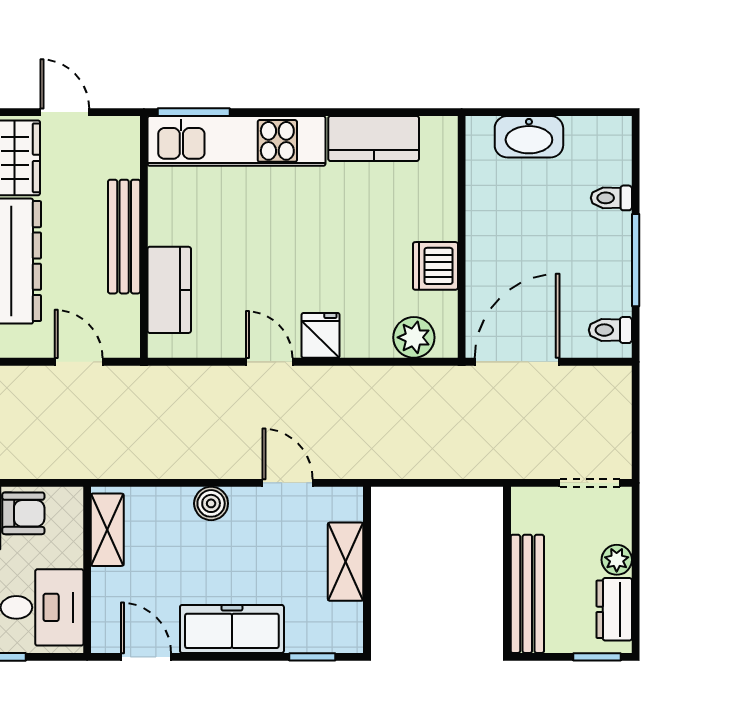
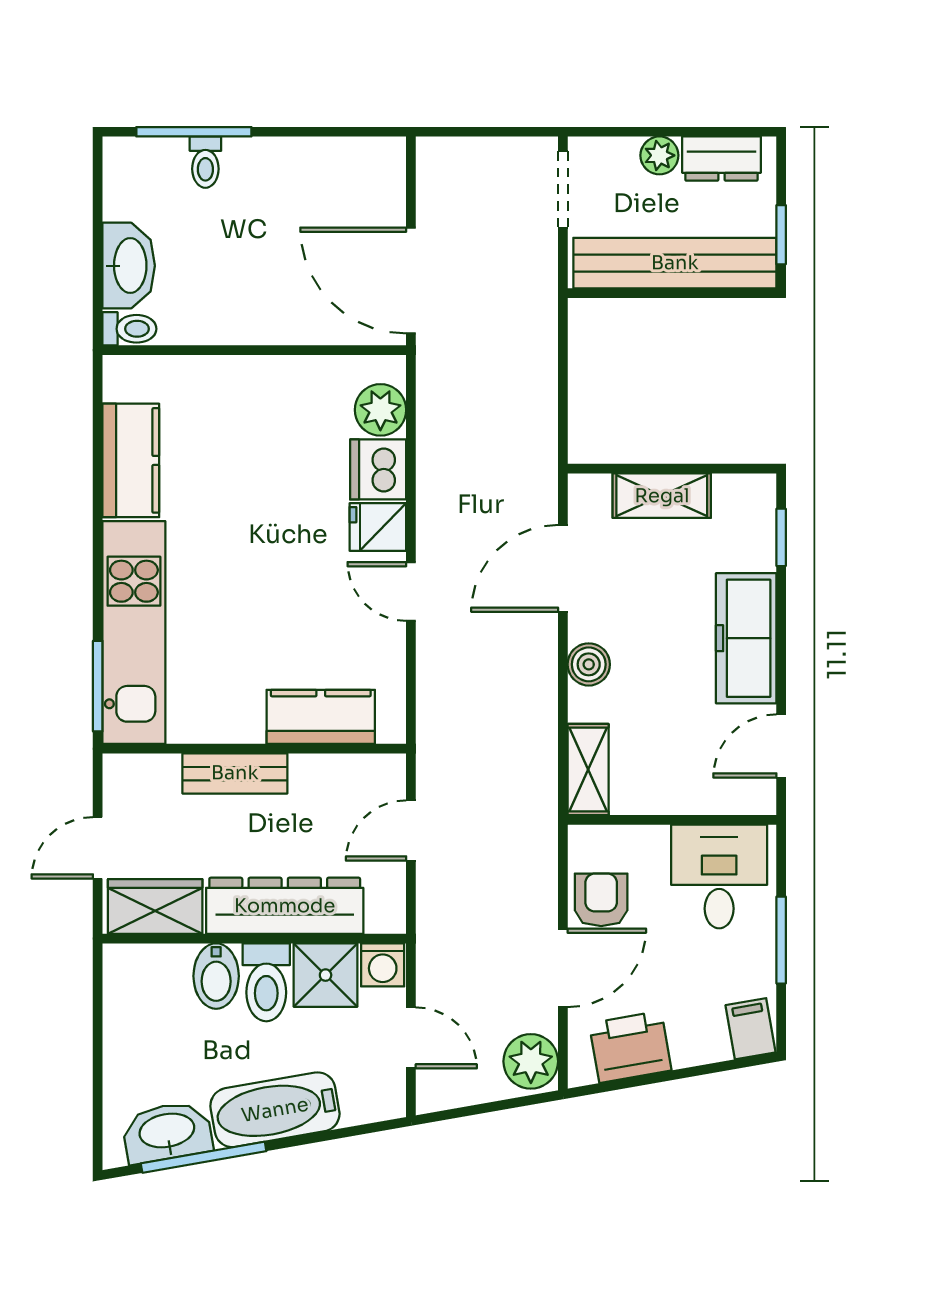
bench: (124, 237) -> (235, 773), width x0.73
window: (636, 260) -> (194, 132), moved
dishwasher: (435, 266) -> (378, 469), moved, turned 90
toilet: (610, 330) -> (129, 329), moved, turned -90
door: (269, 362) -> (411, 591), hinge flipped
door: (288, 483) -> (563, 568), width x1.38
shelving: (107, 530) -> (588, 770), moved, turned 90
bench: (527, 594) -> (675, 263), width x1.37, depth x1.21
window: (597, 657) -> (781, 235), moved

